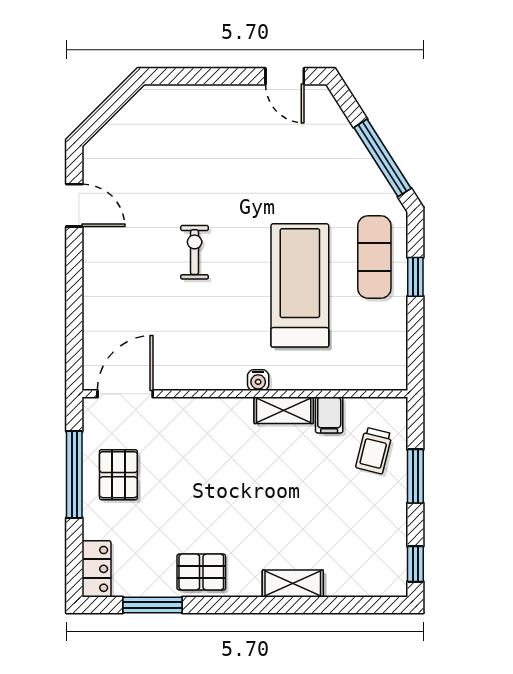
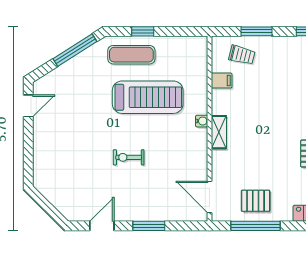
treadmill: (300, 285) -> (148, 97), turned 180
window: (74, 288) -> (149, 226), added
shelving: (284, 410) -> (219, 132), moved

